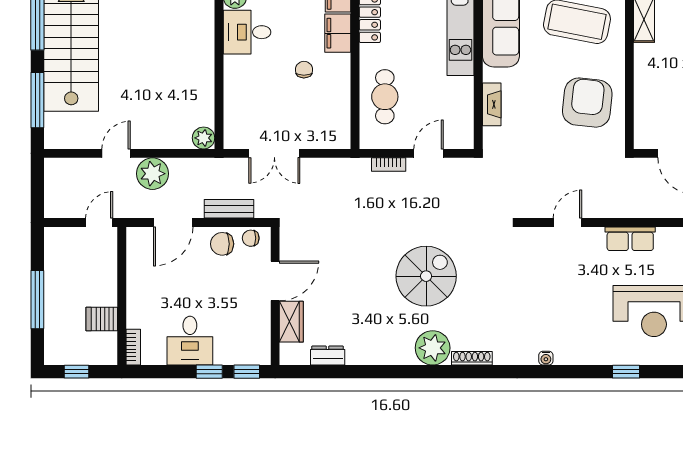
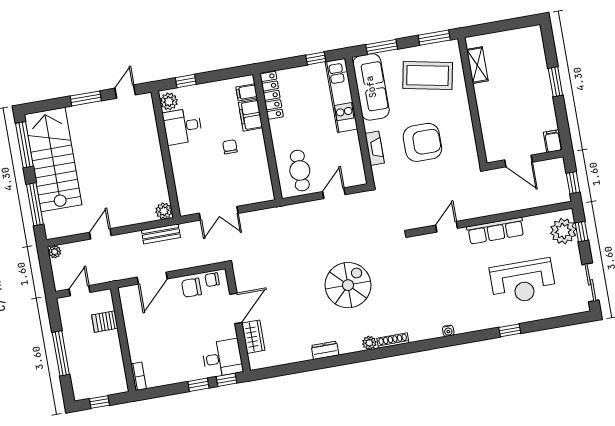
cafe table: (385, 97) -> (300, 170), moved
armchair: (587, 103) -> (422, 142), moved, turned 84
bookcase: (389, 165) -> (306, 207), removed
plant: (153, 174) -> (55, 252), moved, width x0.53, depth x0.53
bench: (229, 209) -> (161, 234), moved
door: (99, 223) -> (80, 291), moved
row of seats: (630, 239) -> (496, 231), width x1.48
server rack: (102, 319) -> (105, 322), moved
desk: (190, 341) -> (222, 358), moved, turned -90
plant: (433, 348) -> (369, 343), width x0.53, depth x0.53
dresser: (328, 356) -> (325, 350), moved

